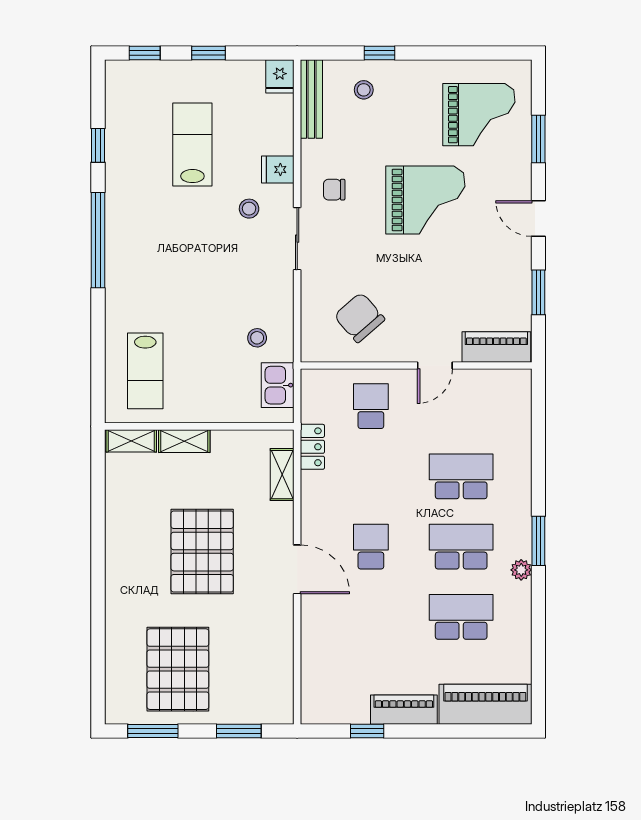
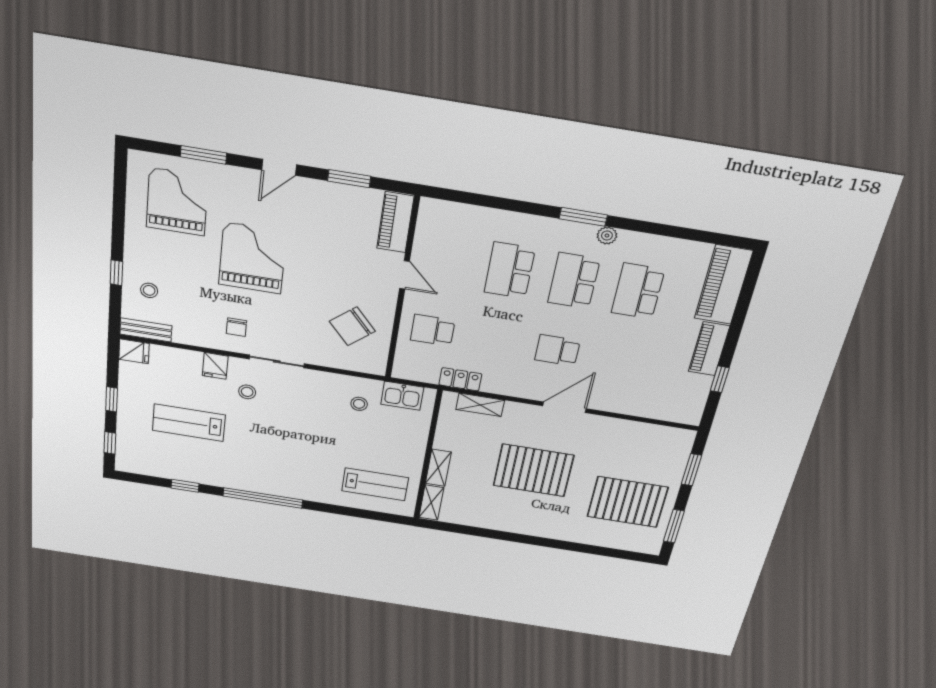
bench: (311, 99) -> (146, 330), width x0.73

